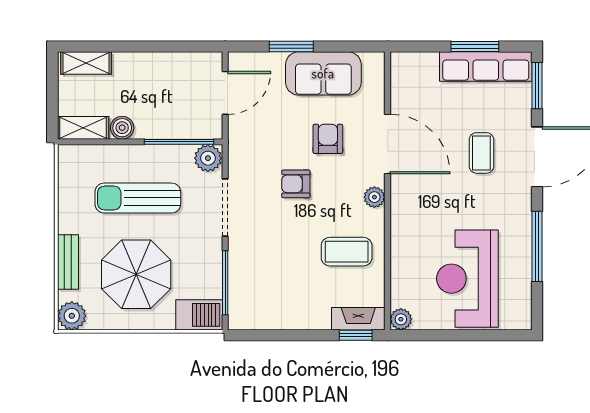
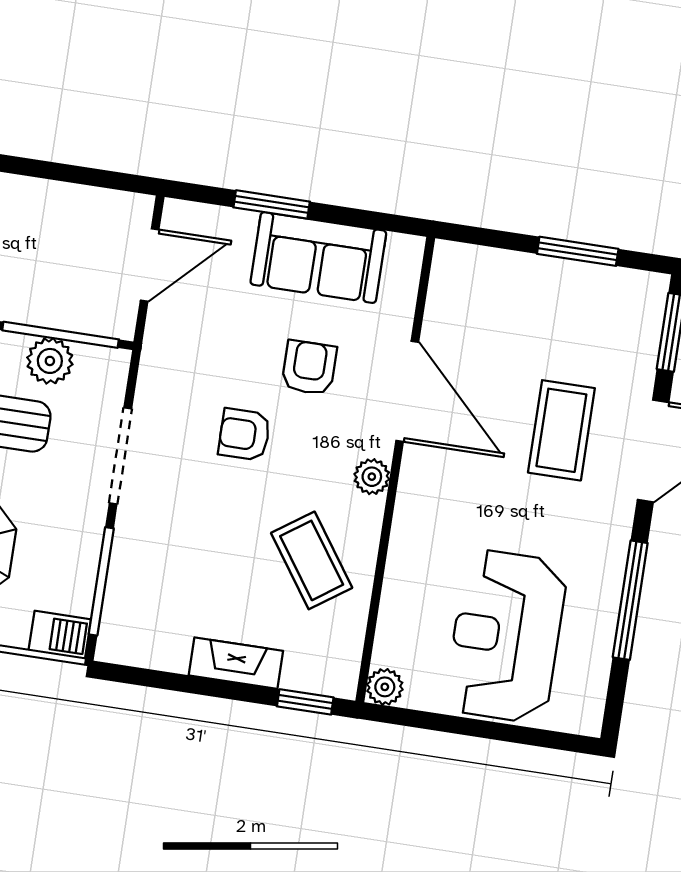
row of seats: (486, 67) -> (591, 288), removed
coffee table: (481, 153) -> (561, 430), width x1.36, depth x1.30
plant: (208, 158) -> (50, 361), moved
coffee table: (347, 252) -> (312, 560), turned 55
barbecue: (199, 315) -> (60, 635), width x0.73, depth x0.79
fireplace: (358, 319) -> (236, 663), moved

